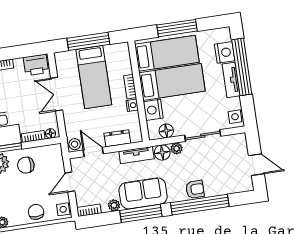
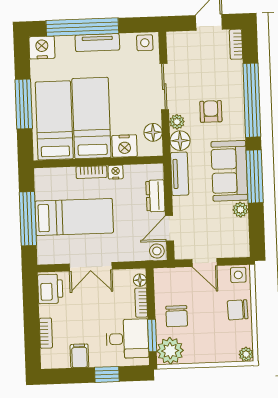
nightstand: (225, 52) -> (42, 48), moved
armchair: (195, 189) -> (211, 111), moved
bookcase: (89, 210) -> (236, 44), moved

